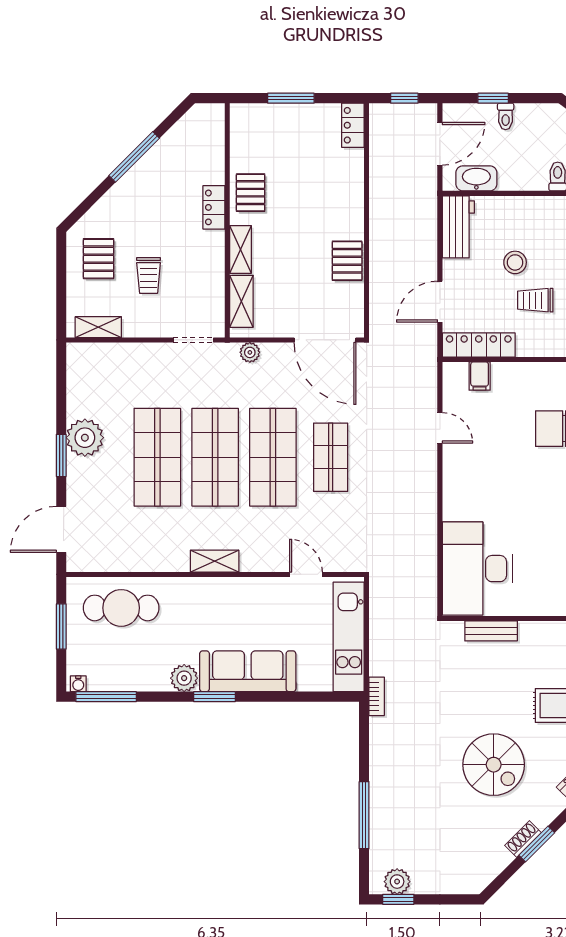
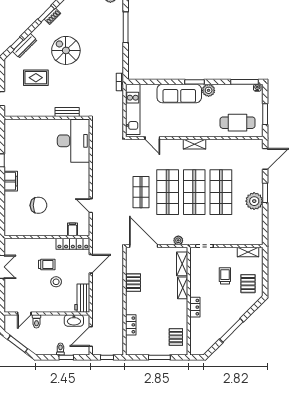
locker: (353, 125) -> (131, 325), moved
pallet: (251, 193) -> (176, 337), moved

